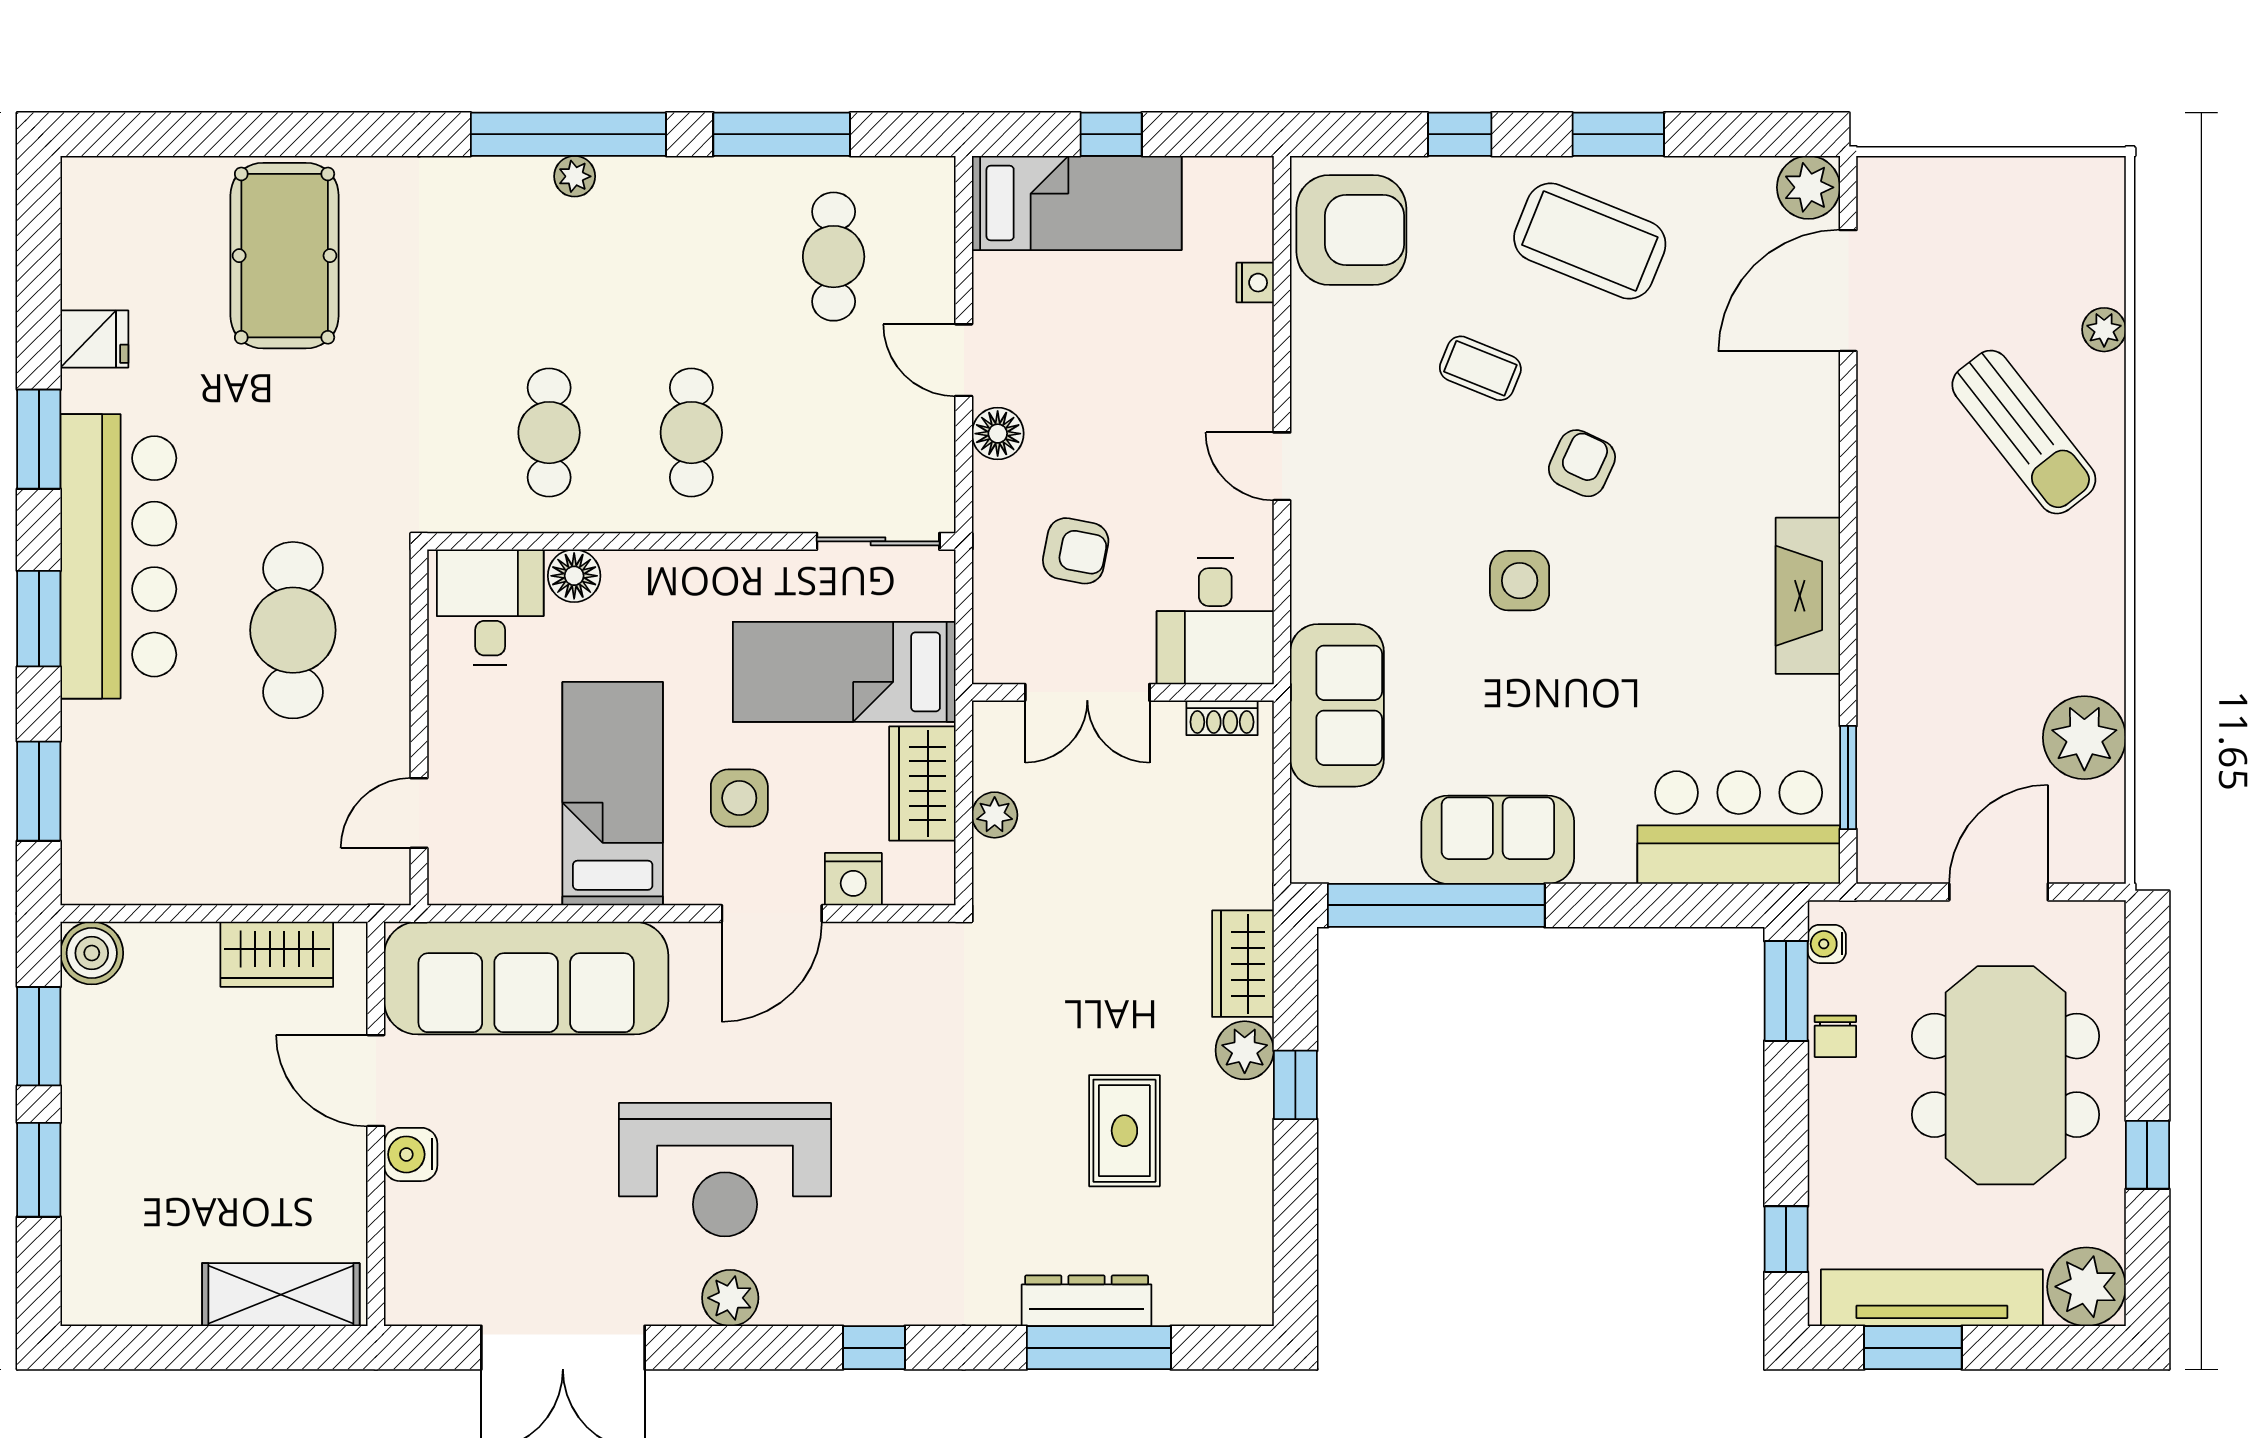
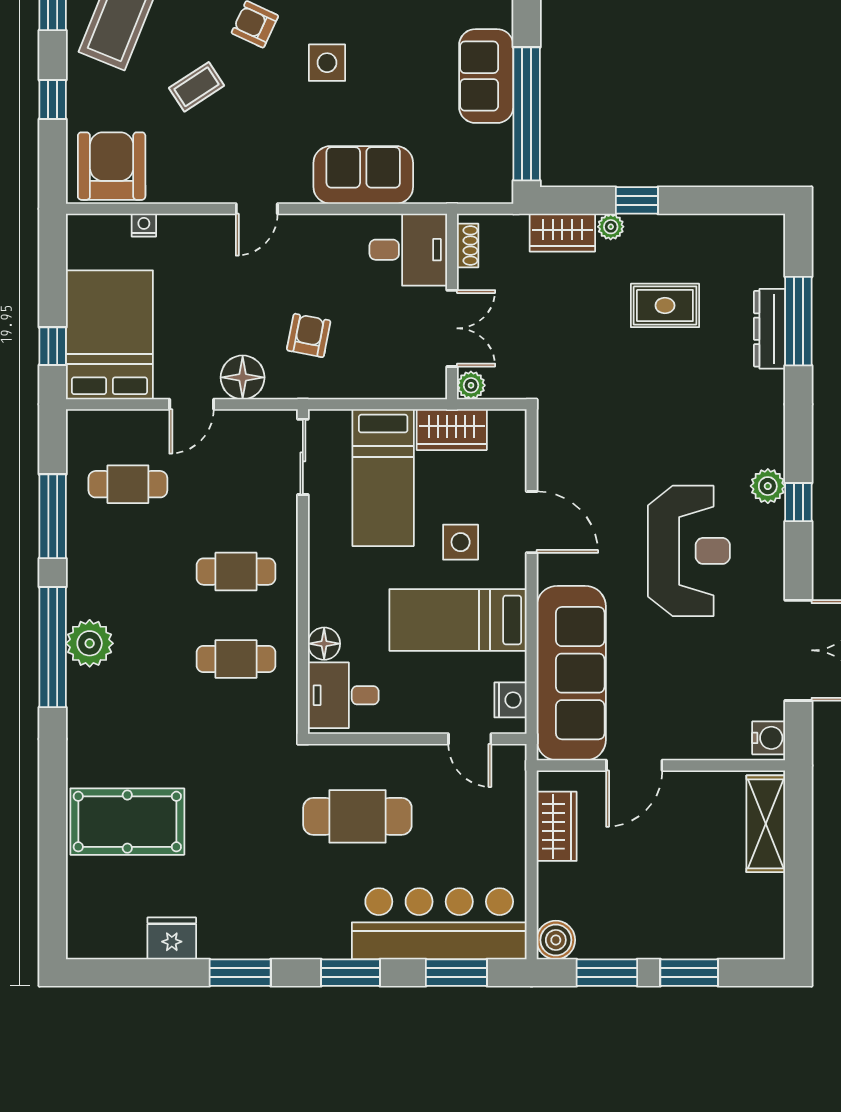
window: (1111, 134) -> (53, 346), moved
plant: (575, 176) -> (90, 643), width x1.88, depth x1.88
bed: (1077, 203) -> (109, 335), width x1.50
fridge: (94, 339) -> (172, 938), width x1.38
coffee table: (1480, 368) -> (197, 87), turned 35
floor lamp: (998, 434) -> (243, 377), width x1.38, depth x1.38
bar counter: (118, 556) -> (439, 924), moved
desk: (1215, 621) -> (408, 250), moved
double door: (1087, 692) -> (452, 328), moved
wall: (1123, 692) -> (452, 306), moved
sofa: (1337, 705) -> (363, 175), moved
shoe rack: (1222, 718) -> (468, 246), moved
nightstand: (853, 879) -> (510, 700), moved
plant: (1245, 1050) -> (611, 227), width x0.73, depth x0.73
water cooler: (411, 1154) -> (769, 738), moved, turned -90
plant: (730, 1298) -> (768, 486), moved
window: (874, 1348) -> (798, 502), moved

